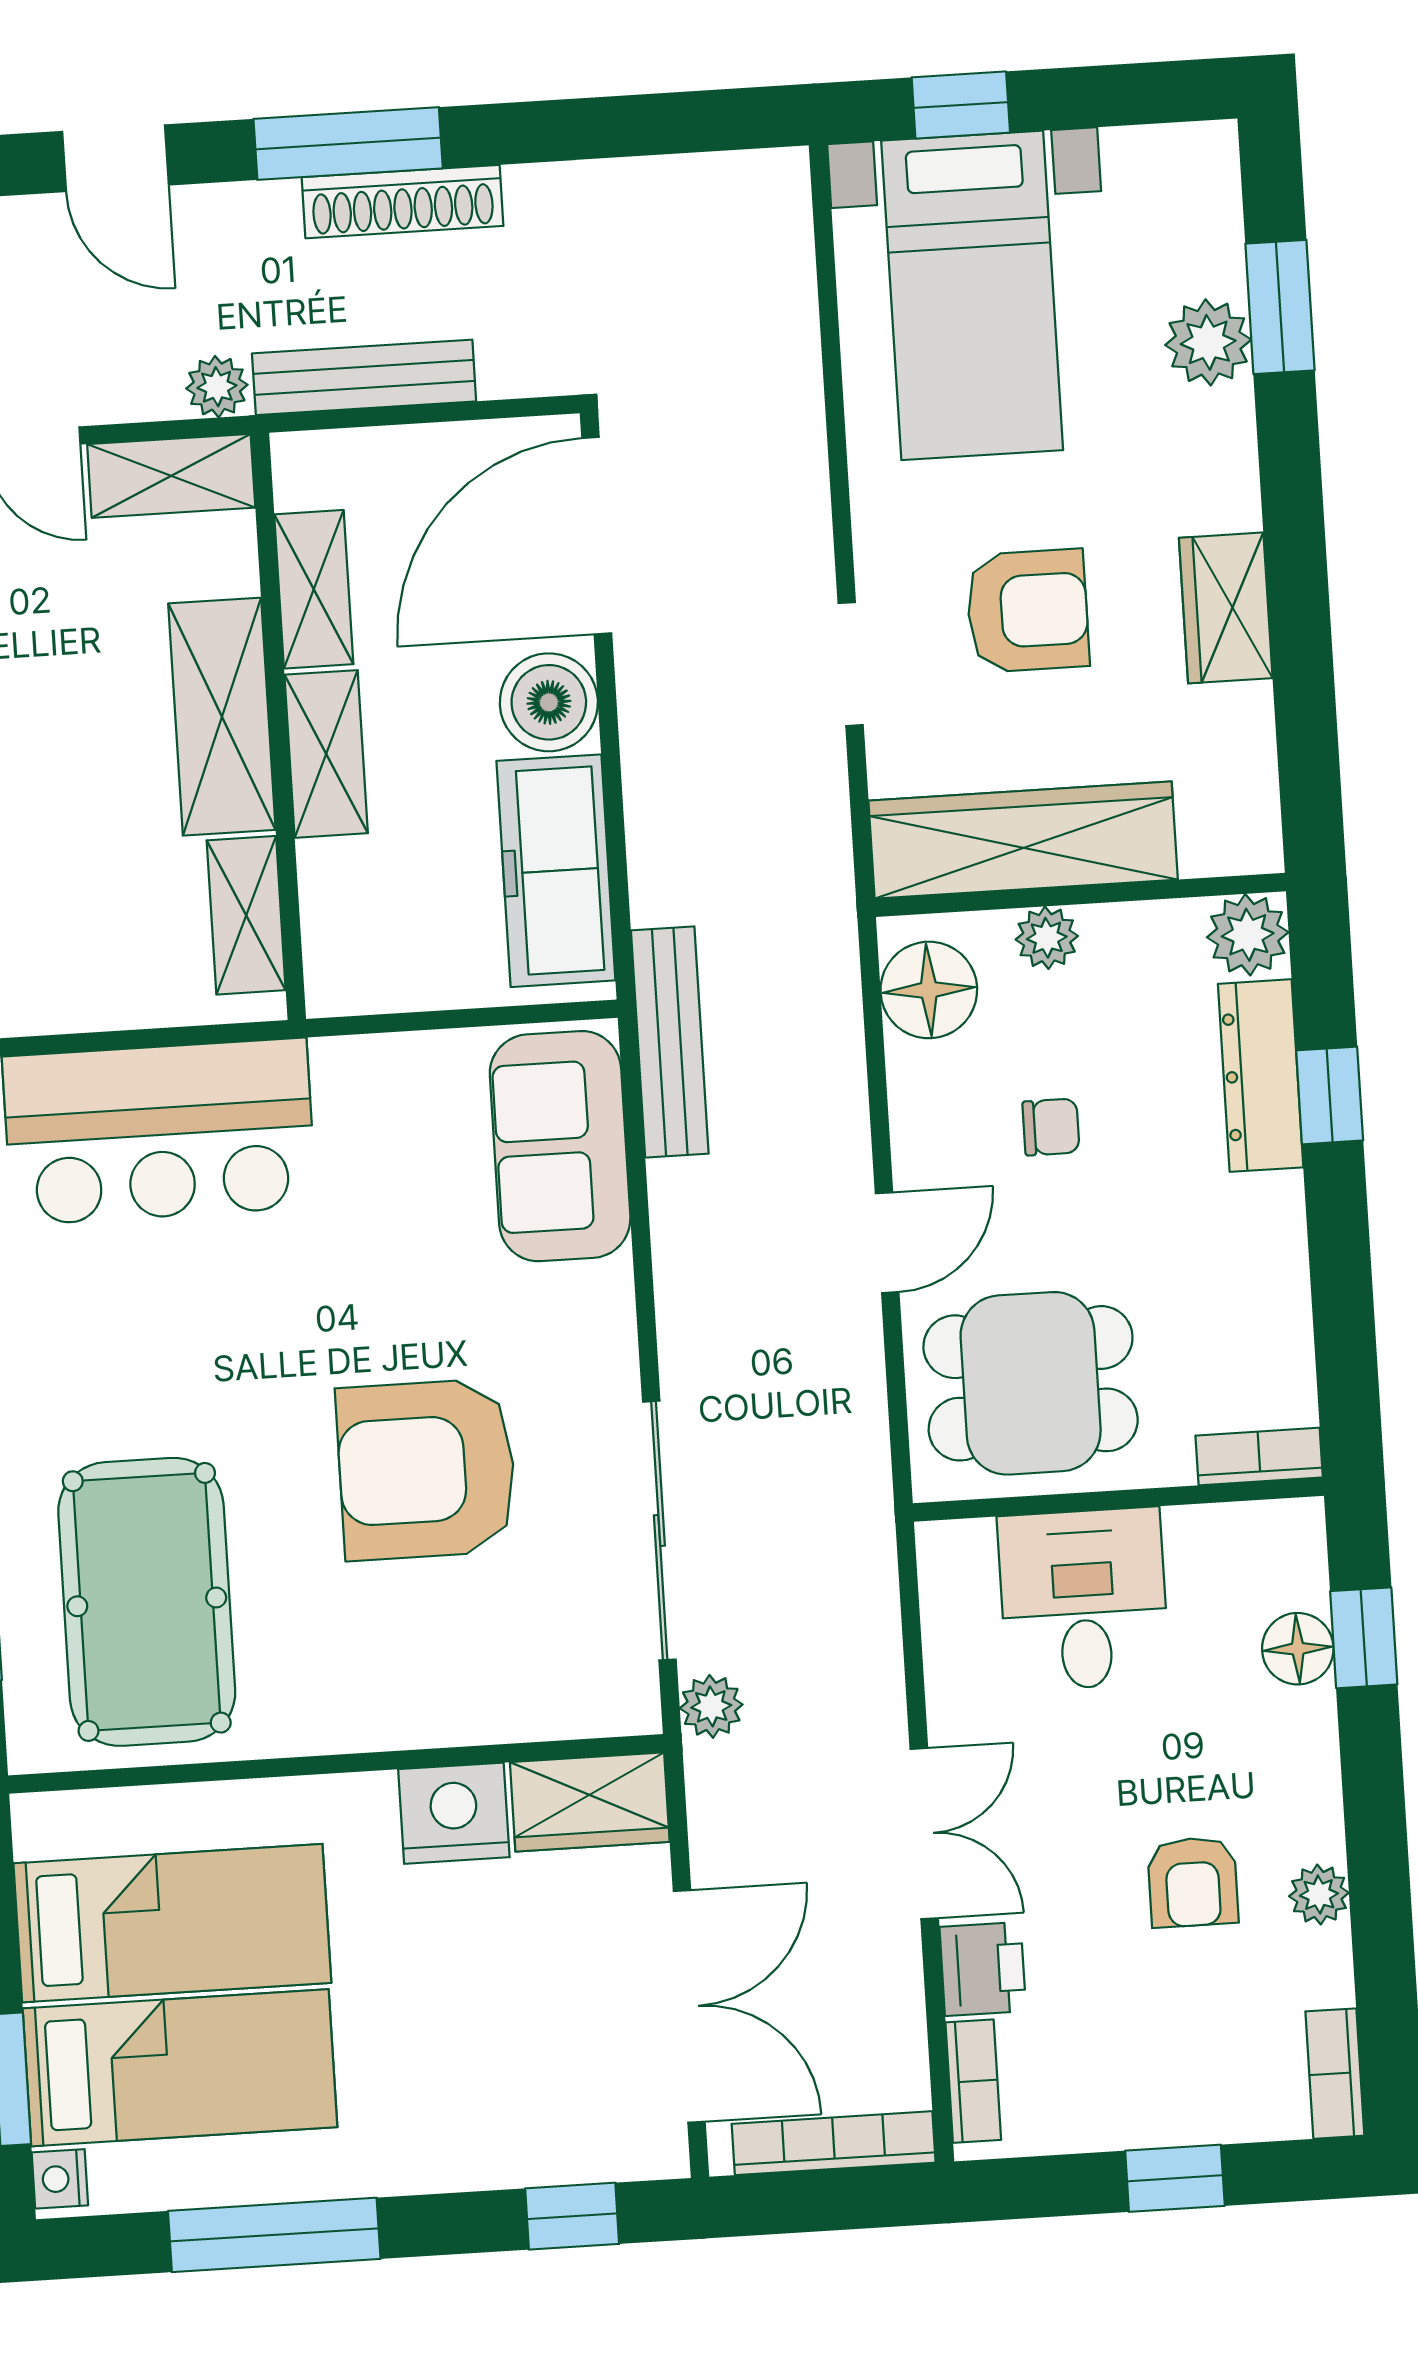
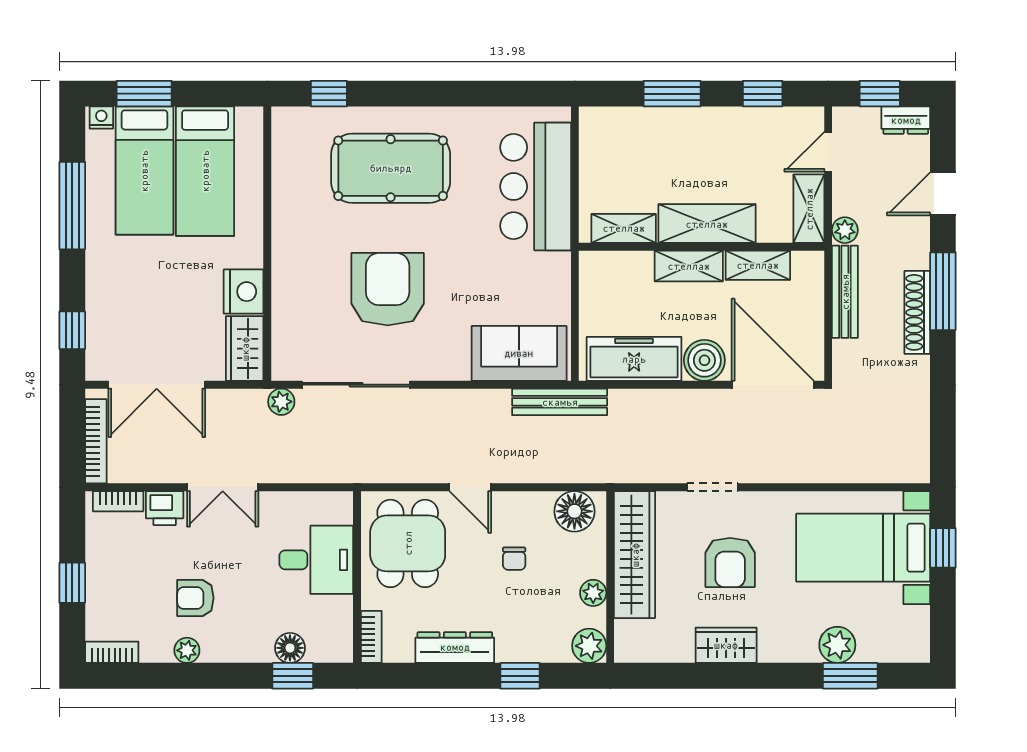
plant: (1047, 938) -> (593, 593), moved
dresser: (1261, 1076) -> (455, 647), moved
pool table: (147, 1602) -> (391, 168), moved

